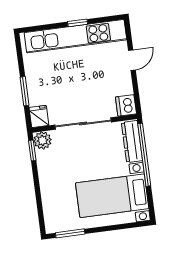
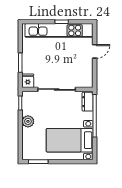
dishwasher: (126, 105) -> (87, 81), removed
plant: (42, 140) -> (28, 121), moved
dresser: (132, 142) -> (88, 102), width x0.70

